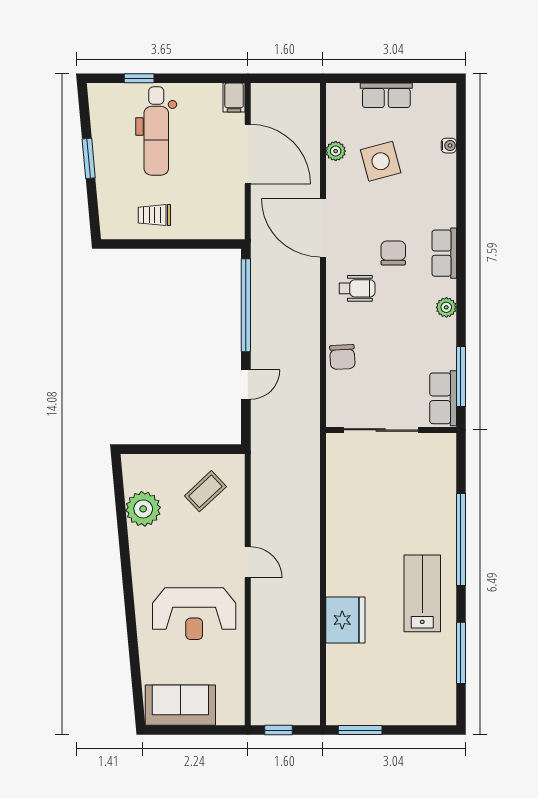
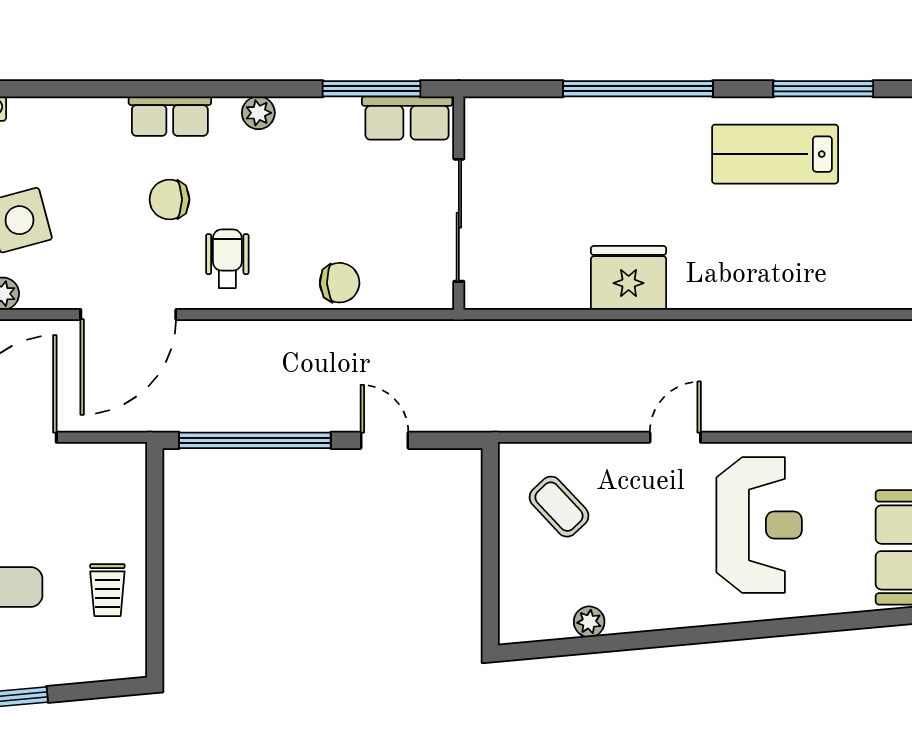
plant: (143, 509) -> (589, 622), width x0.53, depth x0.53
lab bench: (422, 593) -> (775, 154), moved
fridge: (345, 620) -> (629, 278), moved

